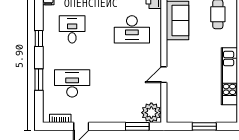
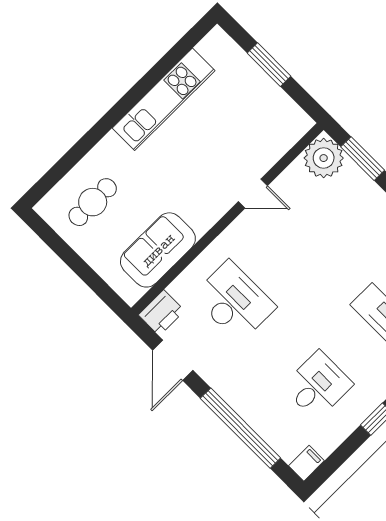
desk: (72, 29) -> (318, 385), turned 180

